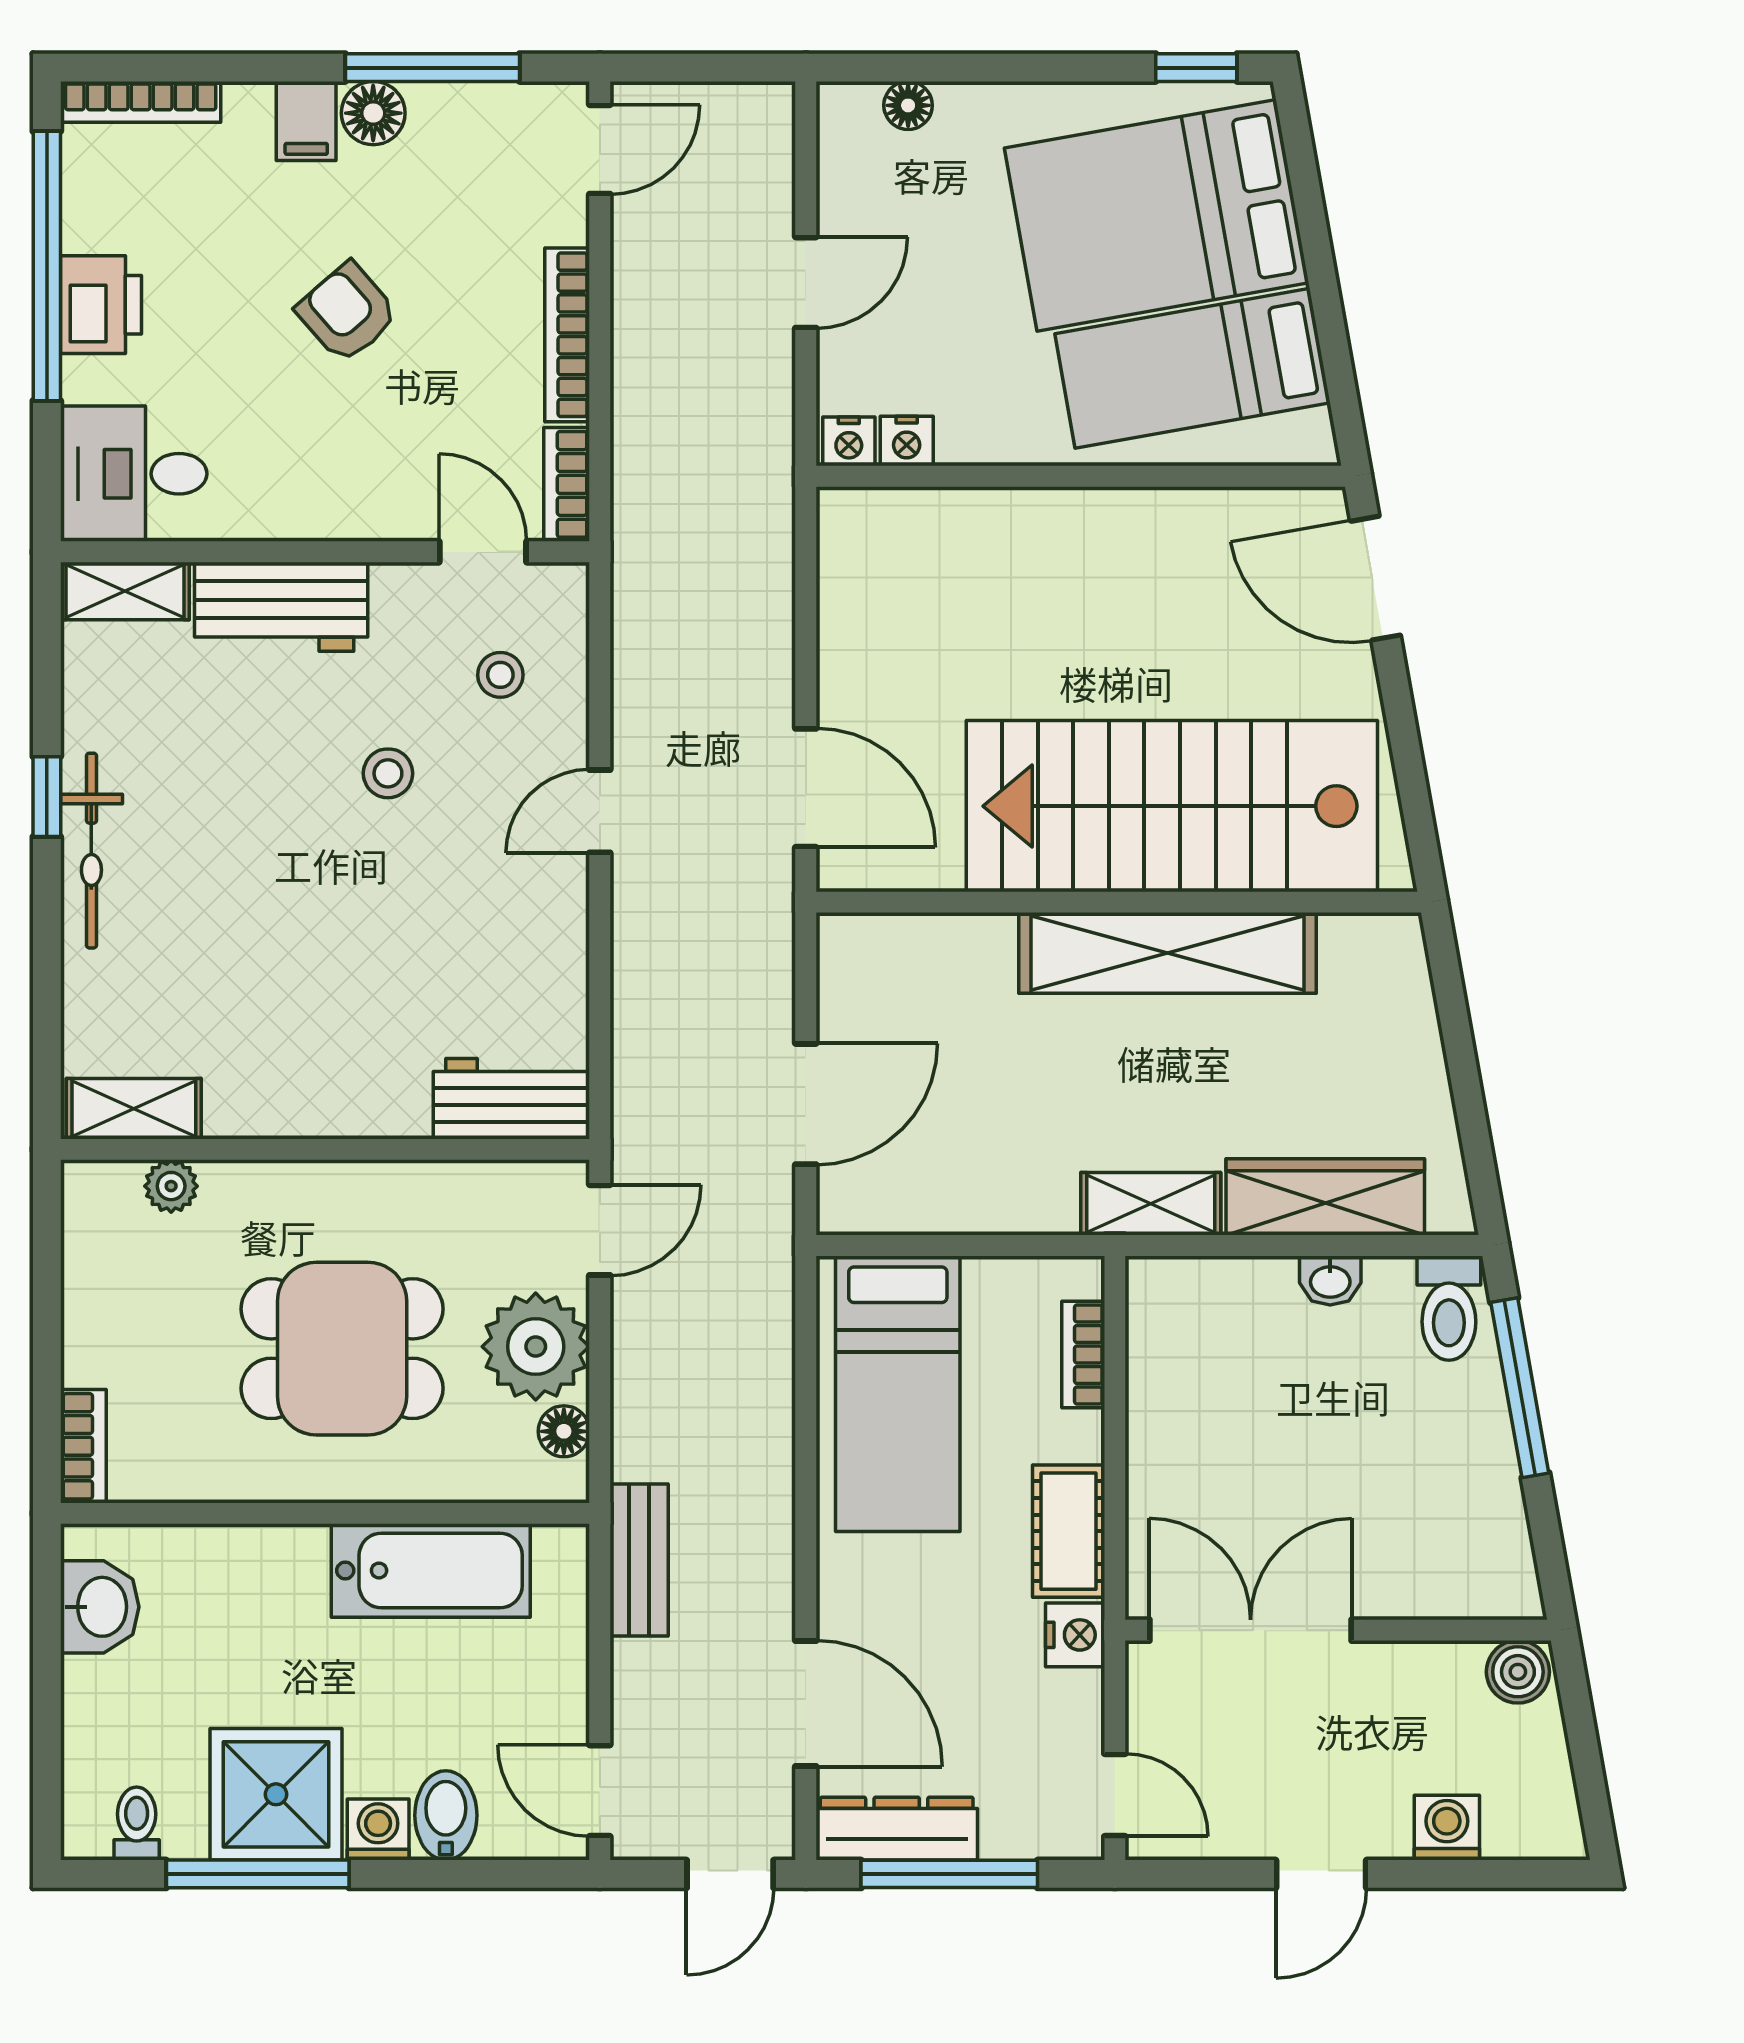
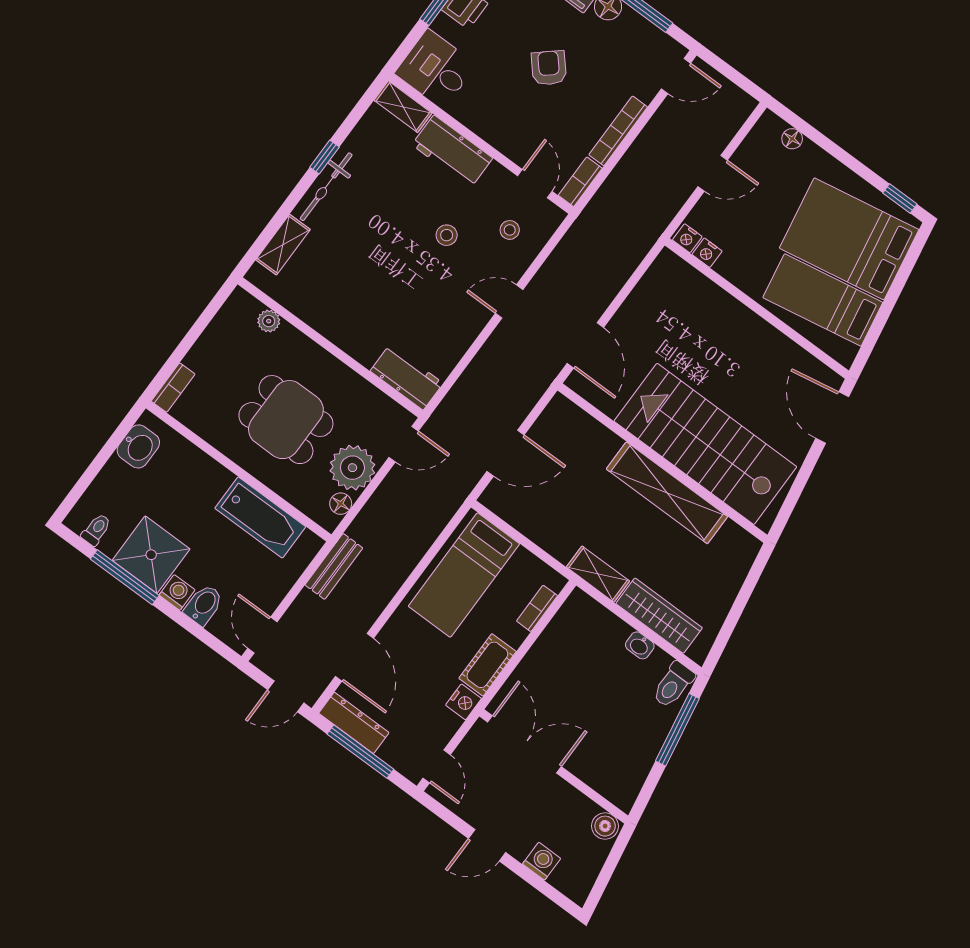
shelving: (134, 1109) -> (283, 245), moved, turned 90

